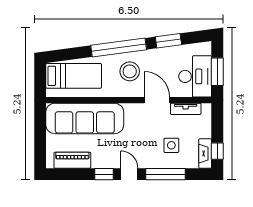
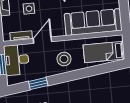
window: (119, 47) -> (74, 75), removed
door: (157, 100) -> (42, 40), swing flipped

